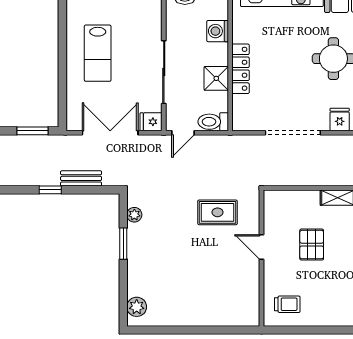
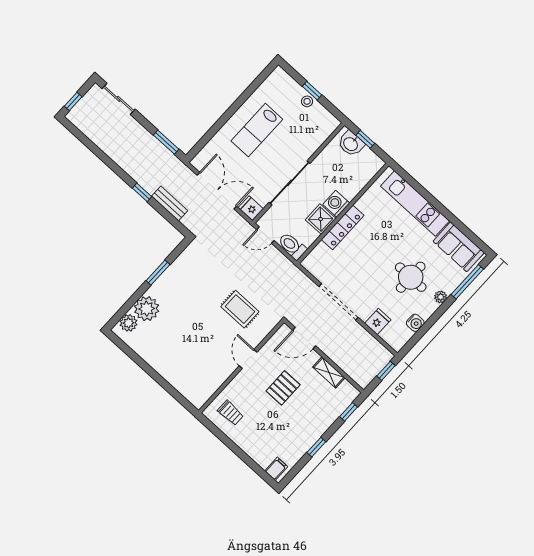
washing machine: (218, 31) -> (336, 204), moved
door: (292, 188) -> (304, 338), added
plant: (134, 215) -> (147, 309), moved, width x1.87, depth x1.87

